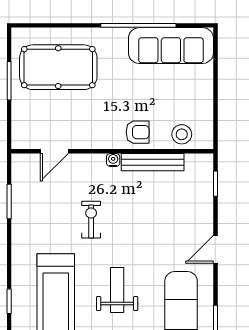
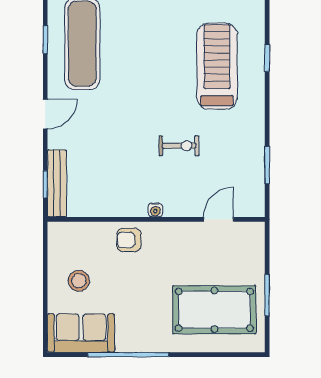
sofa: (171, 46) -> (81, 333), width x0.73
stool: (182, 134) -> (79, 281), moved
bench: (153, 162) -> (57, 183), moved, turned 90
exercise bike: (91, 220) -> (179, 146), turned -90
weight bench: (117, 290) -> (151, 70), removed

